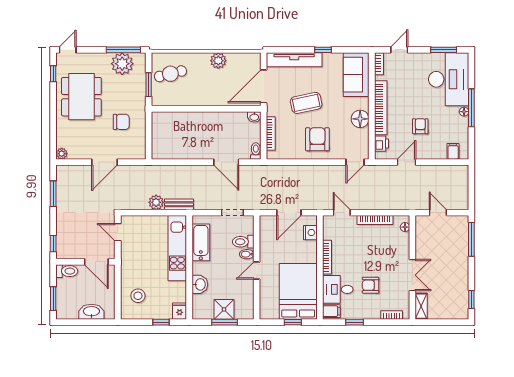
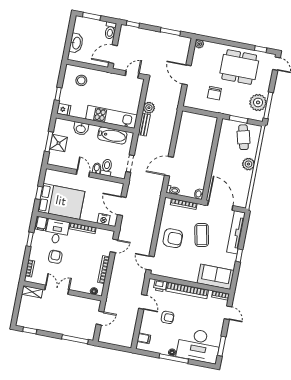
plant: (218, 61) -> (248, 164), moved
floor lamp: (360, 119) -> (182, 273), removed
double door: (412, 275) -> (57, 290), swing flipped

